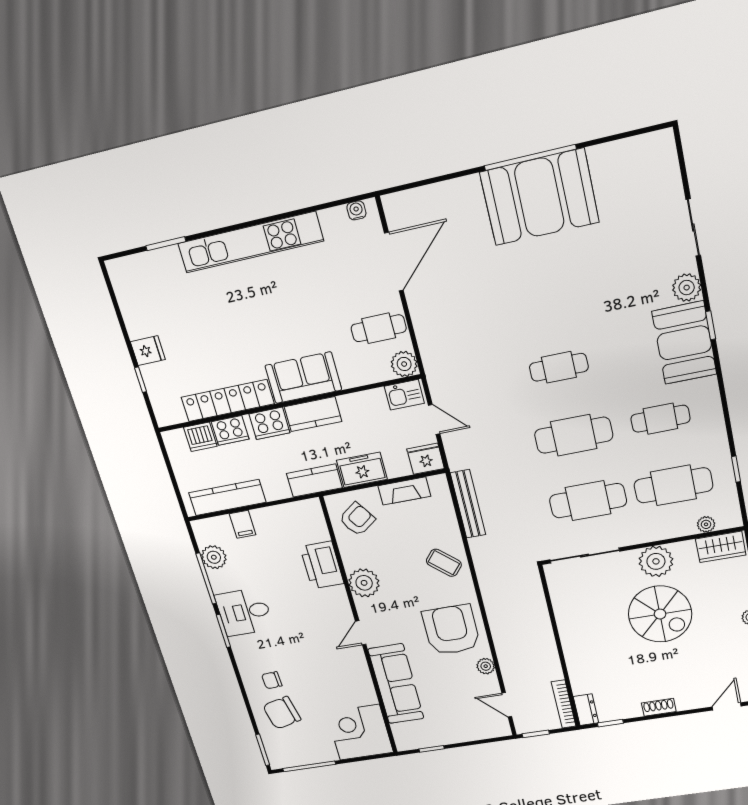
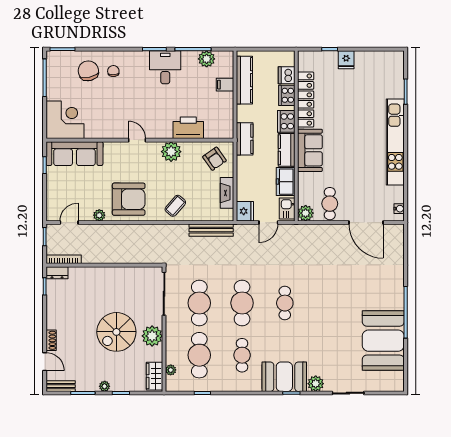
booth: (539, 197) -> (383, 341), moved
freezer: (362, 470) -> (286, 182), moved, turned 180
sofa: (396, 684) -> (74, 154), moved
shoe rack: (659, 707) -> (51, 340), moved

